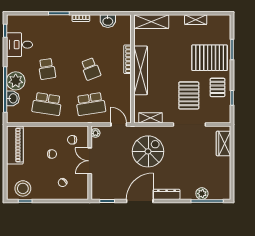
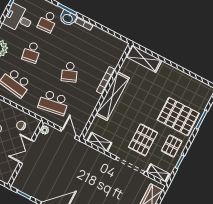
shelving: (196, 20) -> (158, 173), moved
washbasin: (108, 21) -> (68, 18), moved
school desk: (47, 34) -> (47, 22), added
spiral stairs: (148, 151) -> (82, 170), removed

